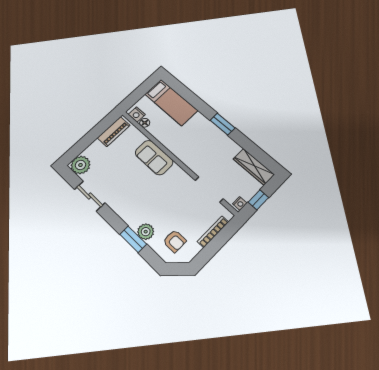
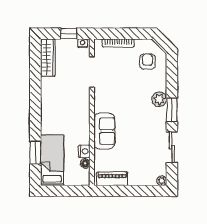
nightstand: (137, 114) -> (84, 151), moved
window: (222, 124) -> (35, 153), moved
plant: (80, 165) -> (162, 181), width x0.53, depth x0.53
plant: (146, 232) -> (159, 99), moved
window: (133, 239) -> (172, 110), moved

